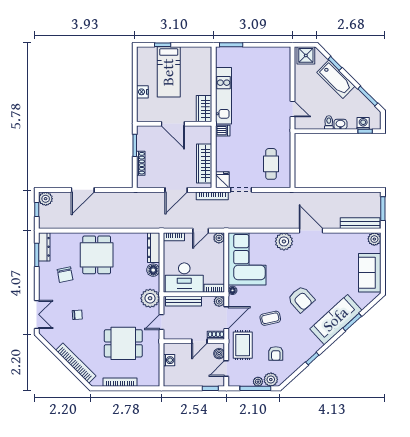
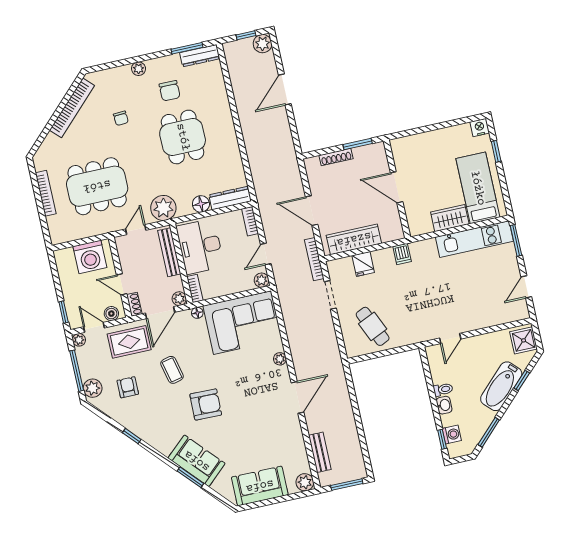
door: (267, 45) -> (526, 287), added
bed: (169, 72) -> (478, 188), moved, turned 90
nightstand: (142, 92) -> (480, 127), moved
kitchen unit: (224, 96) -> (474, 239), moved
wardrobe: (204, 109) -> (450, 218), moved
door: (173, 124) -> (397, 187), hinge flipped
cafe table: (271, 164) -> (373, 326), turned 66
fridge: (222, 180) -> (363, 264), moved, turned 90
door: (83, 190) -> (285, 89), hinge flipped
bench: (360, 223) -> (320, 452), width x0.73
door: (201, 231) -> (266, 254), hinge flipped
plant: (284, 241) -> (280, 359), width x0.53, depth x0.53
dining table: (97, 255) -> (183, 137), moved, turned 90
chair: (65, 275) -> (170, 91), turned -79
plant: (44, 294) -> (139, 69), added
armchair: (301, 299) -> (206, 404), turned -137
double door: (37, 314) -> (110, 65), removed
door: (226, 318) -> (160, 313), hinge flipped
sofa: (336, 320) -> (197, 461), width x0.73
door: (161, 322) -> (136, 230), hinge flipped
dining table: (123, 343) -> (97, 186), width x1.38
armchair: (276, 354) -> (128, 387), turned 90
washing machine: (169, 360) -> (90, 257), width x1.89, depth x1.89
bookcase: (76, 363) -> (72, 108), moved
plant: (258, 382) -> (79, 340), moved

